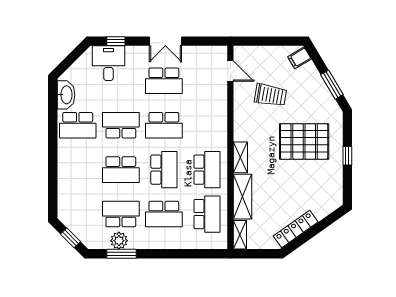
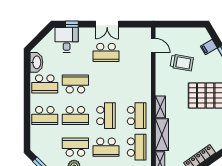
filing cabinet: (300, 58) -> (209, 47), moved
school desk: (164, 125) -> (45, 116), moved

